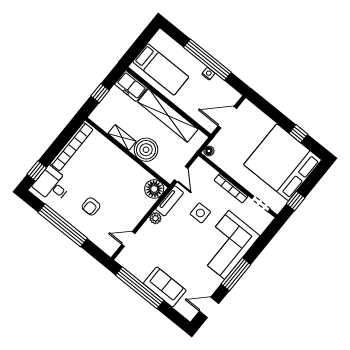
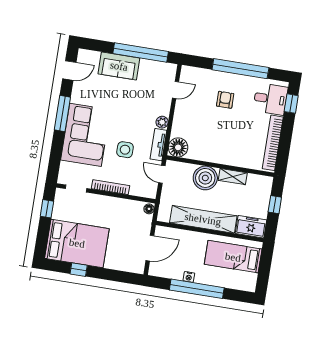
bed: (283, 162) -> (77, 243), width x0.73

